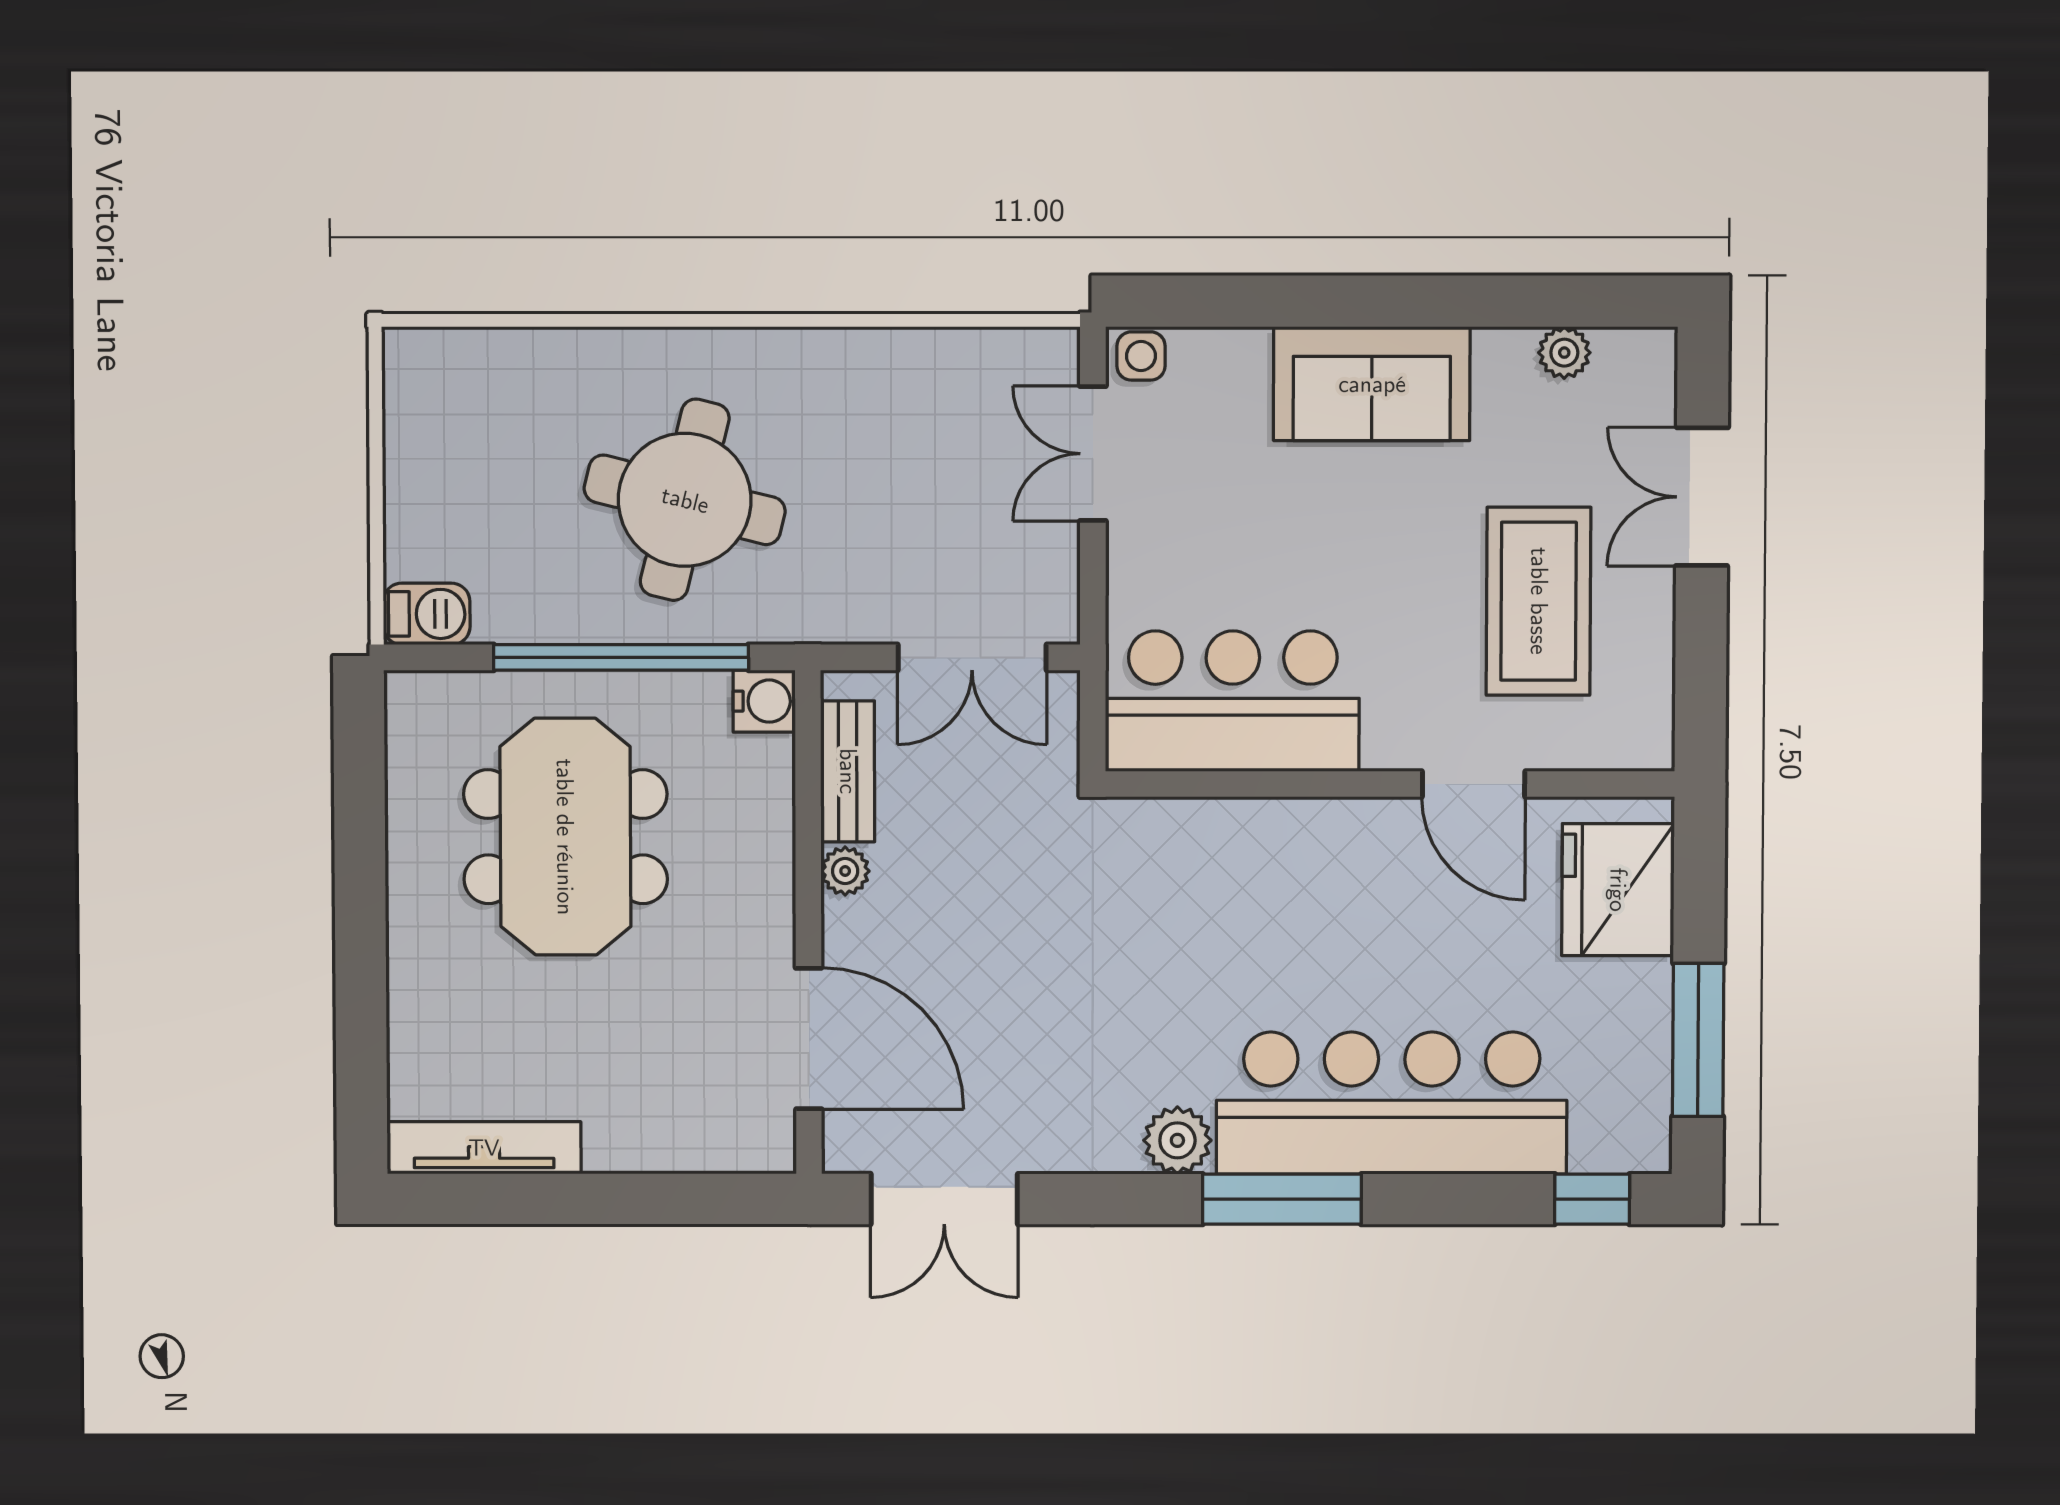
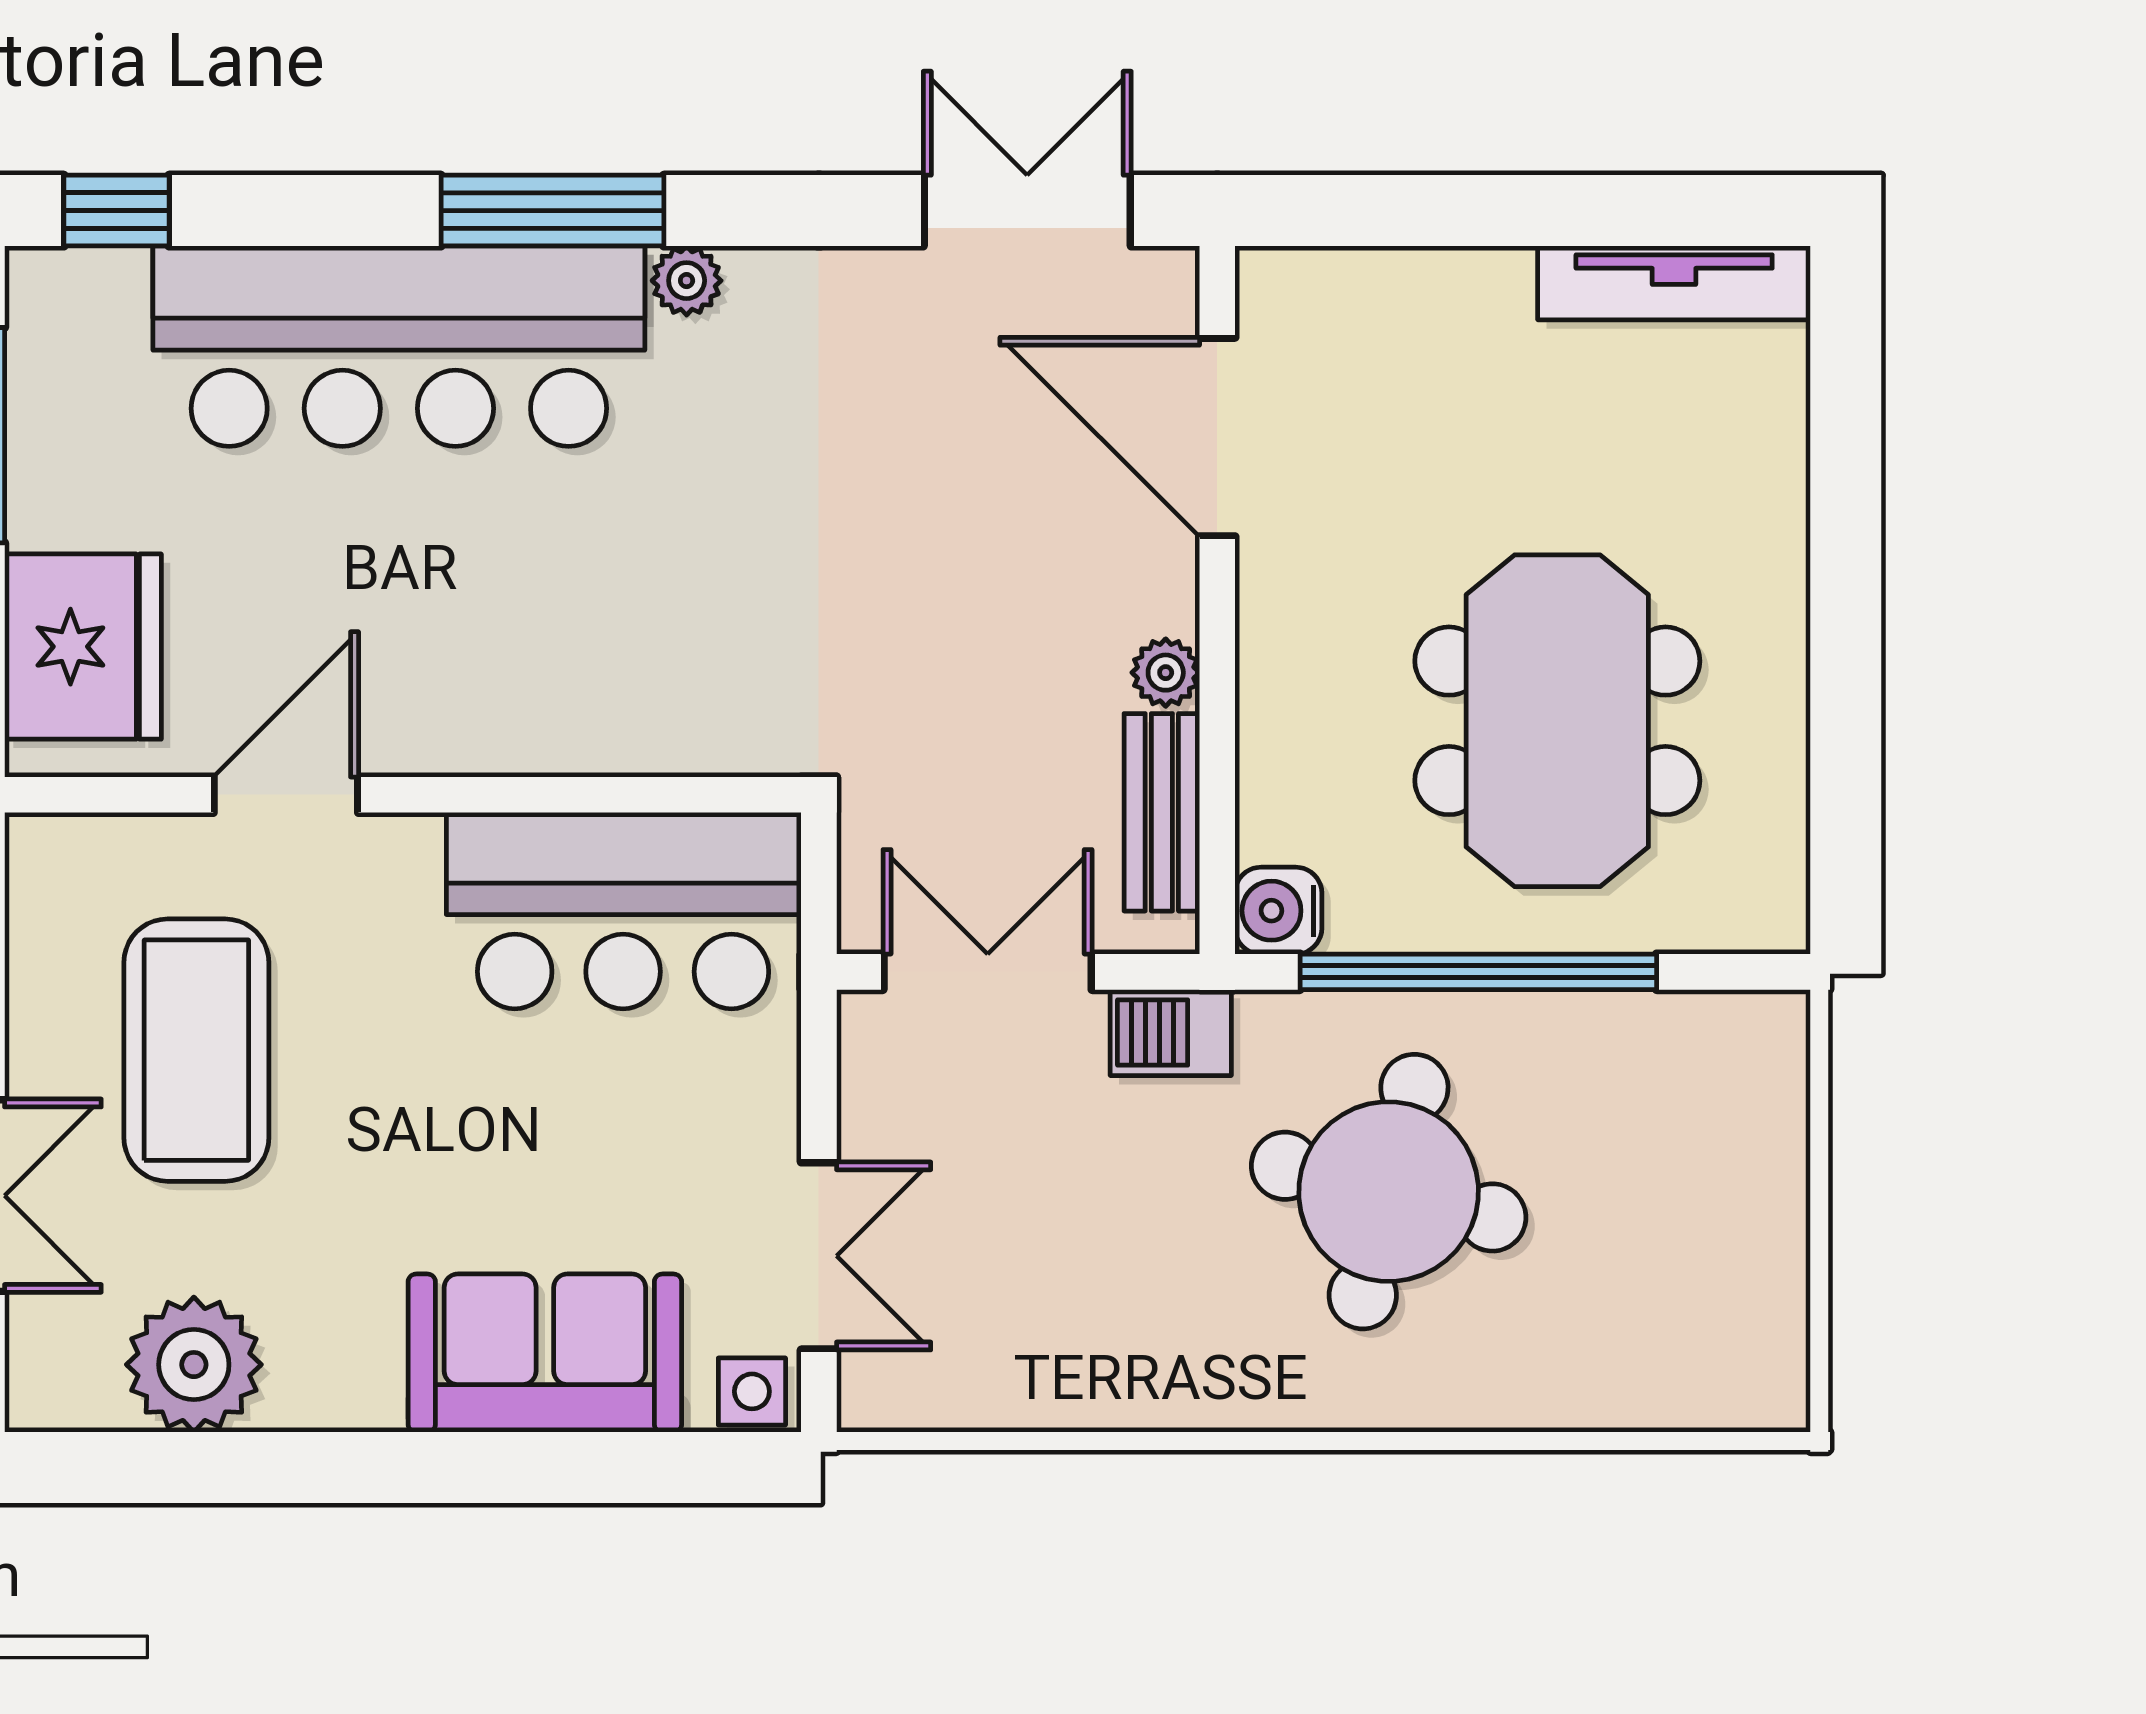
plant: (1564, 353) -> (194, 1365), width x1.87, depth x1.87
sofa: (1372, 384) -> (545, 1353), moved
barbecue: (427, 614) -> (1171, 1033), moved
door: (1474, 784) -> (286, 795), hinge flipped
plant: (1177, 1140) -> (687, 281), width x0.73, depth x0.73

